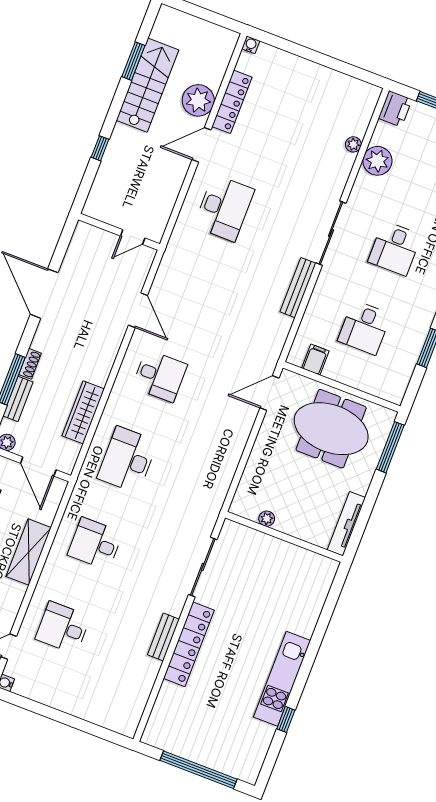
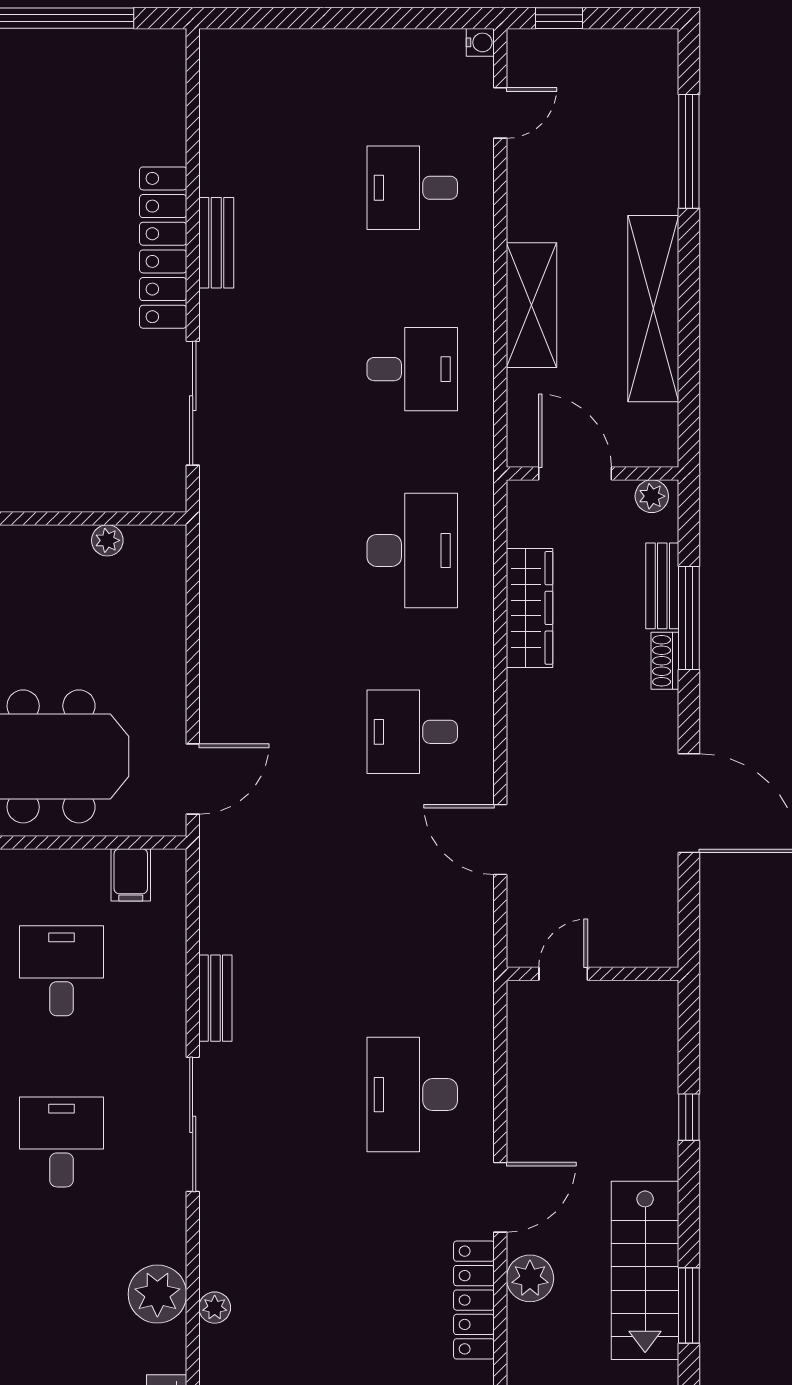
plant: (198, 100) -> (530, 1278), width x0.73, depth x0.73
bench: (298, 288) -> (215, 998), width x0.73
desk: (63, 628) -> (412, 188), turned 180

